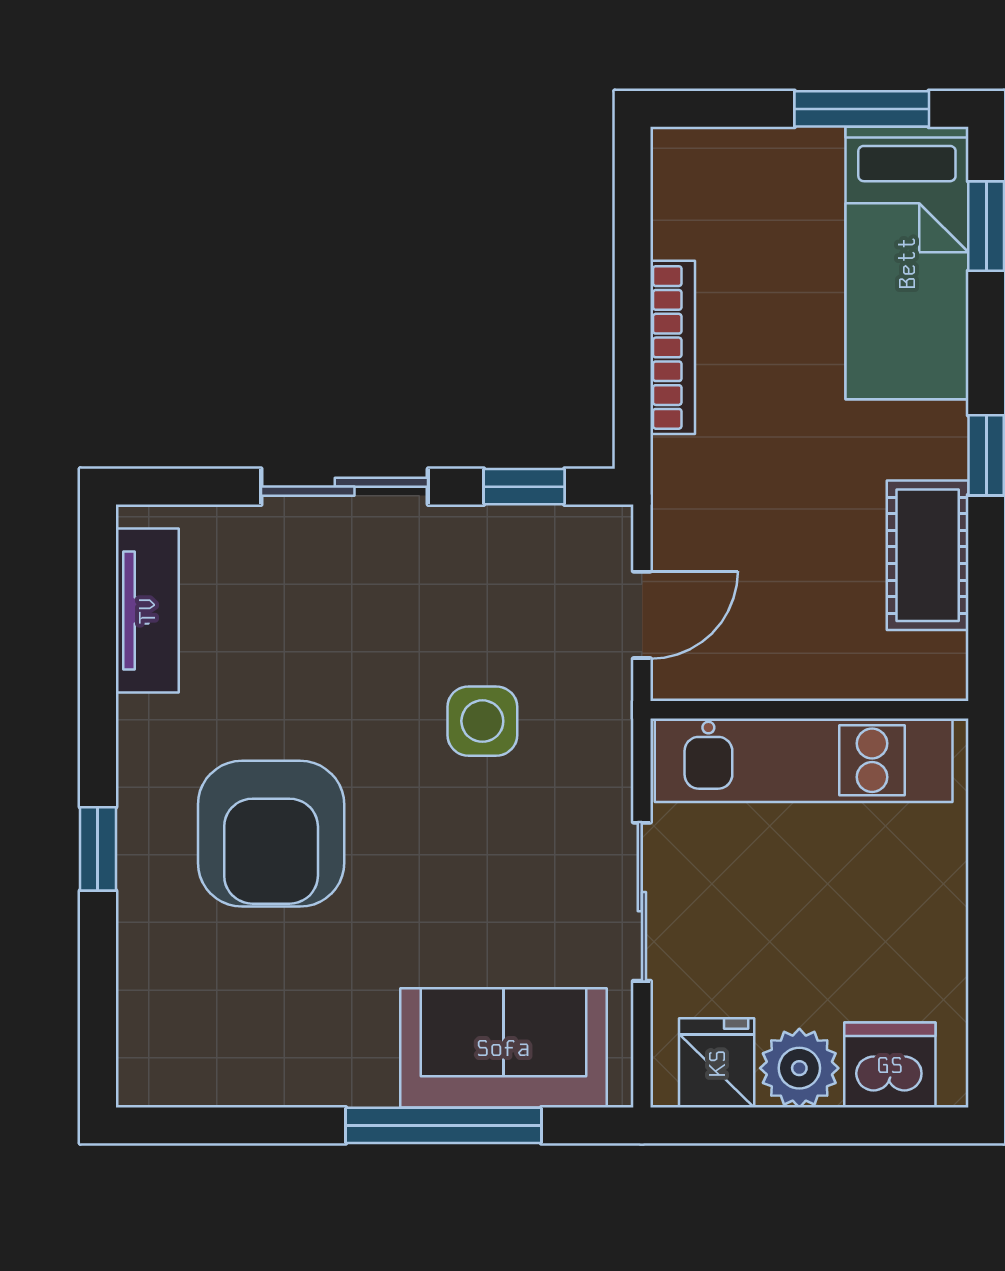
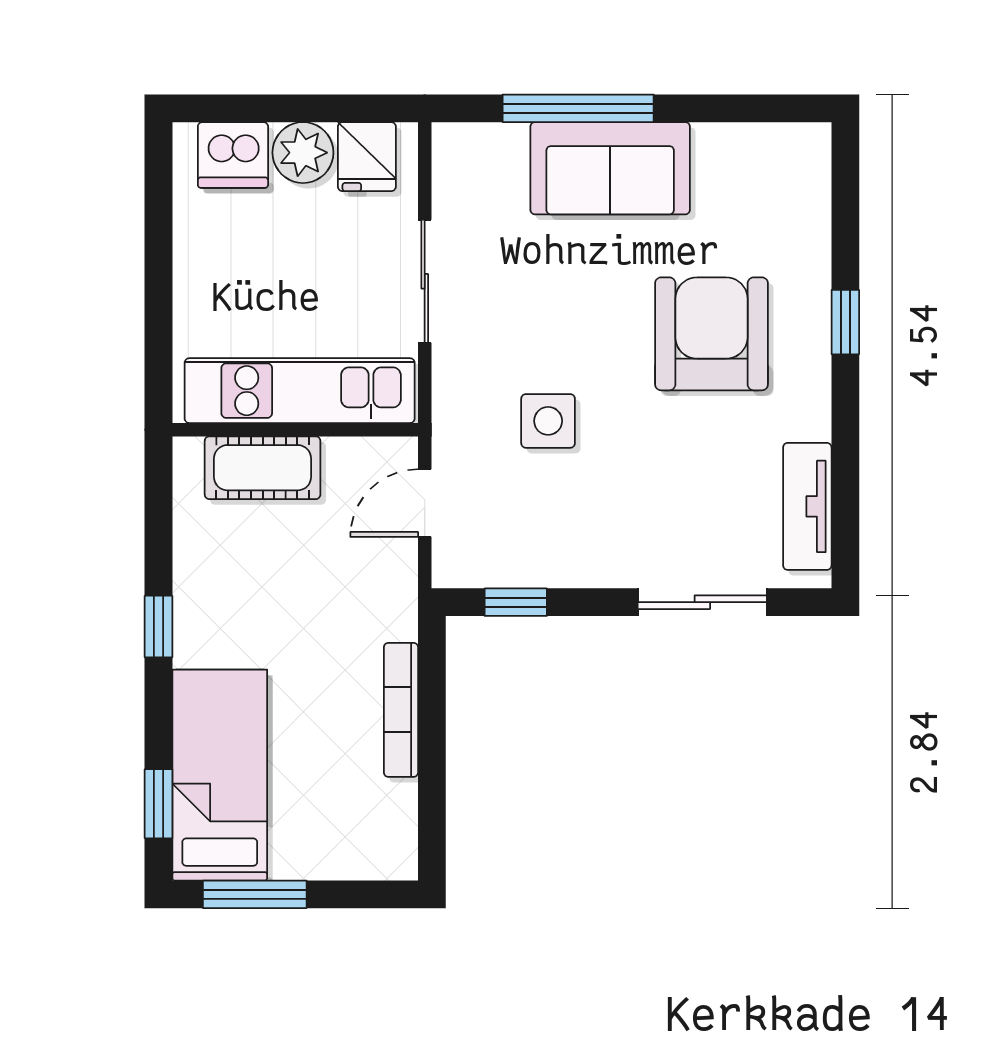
sliding door: (345, 487) -> (702, 602), moved
cot: (928, 555) -> (263, 468), moved, turned 90
sofa: (503, 1048) -> (610, 168), moved

